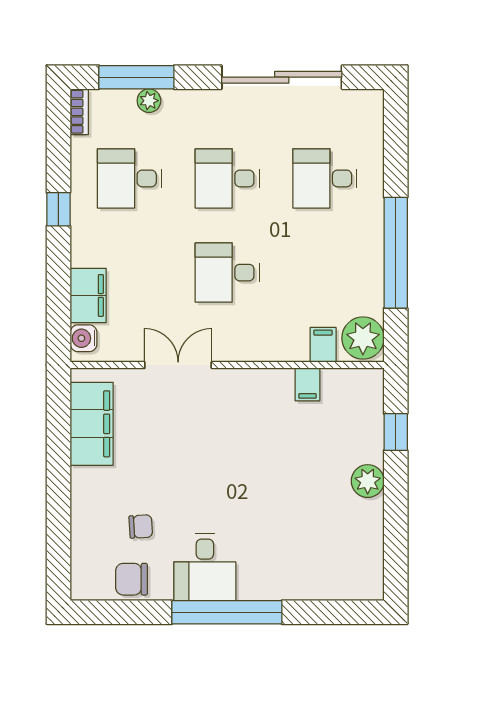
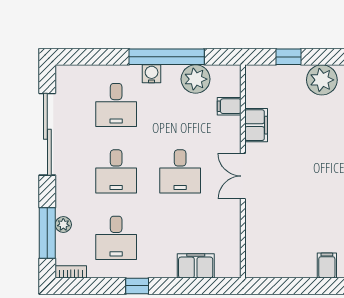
water cooler: (84, 338) -> (152, 74), moved, turned 180
plant: (363, 338) -> (196, 79), moved
double door: (178, 365) -> (243, 176), moved
filing cabinet: (307, 384) -> (256, 125), width x2.00
filing cabinet: (92, 424) -> (327, 266), moved, width x0.33, depth x0.86
plant: (368, 481) -> (322, 80), width x1.36, depth x1.36

